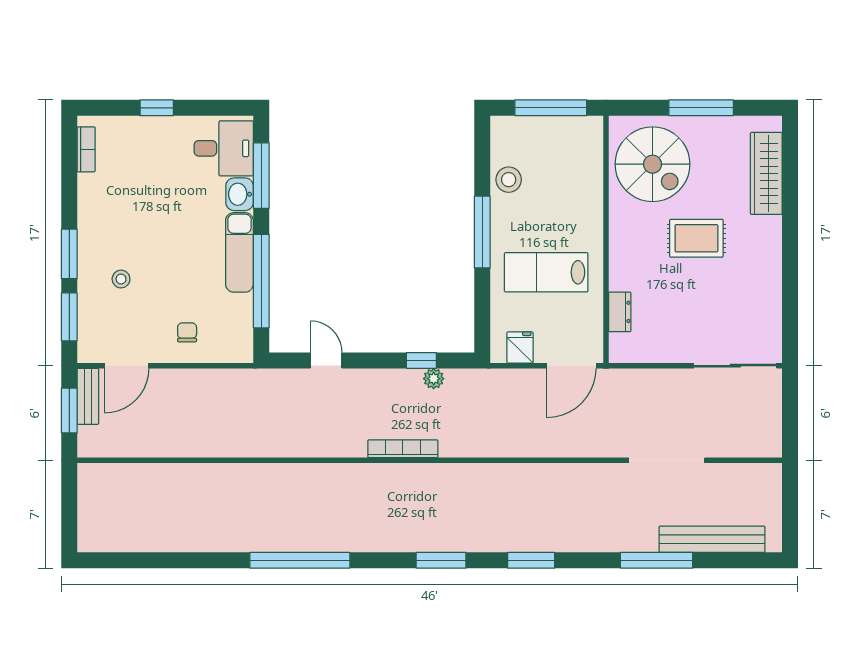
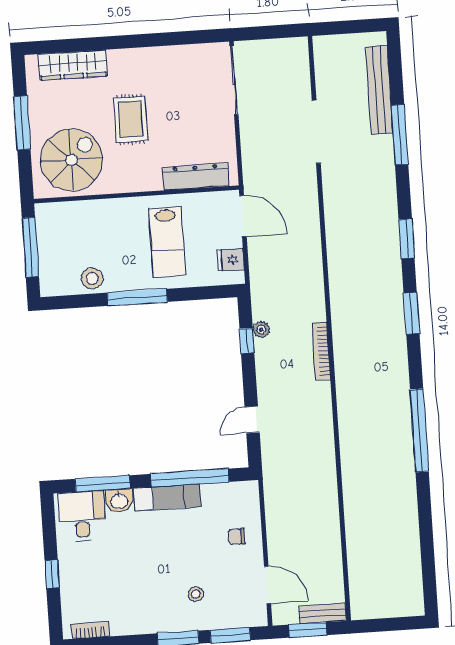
dresser: (620, 312) -> (196, 177), width x1.96, depth x1.24
bench: (88, 396) -> (323, 613), moved

